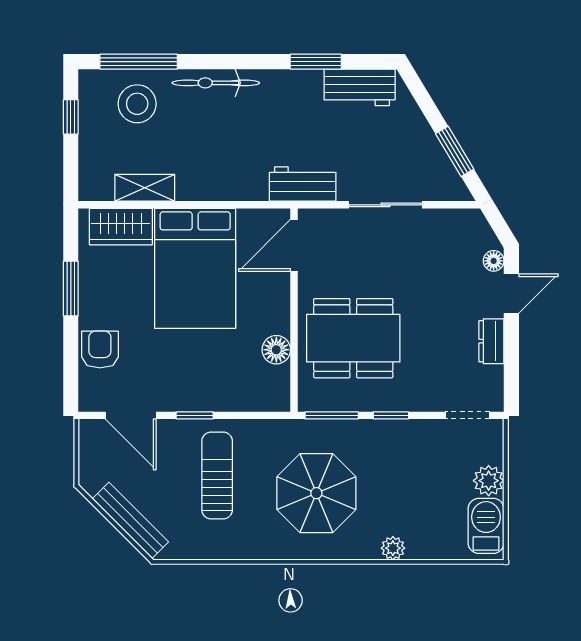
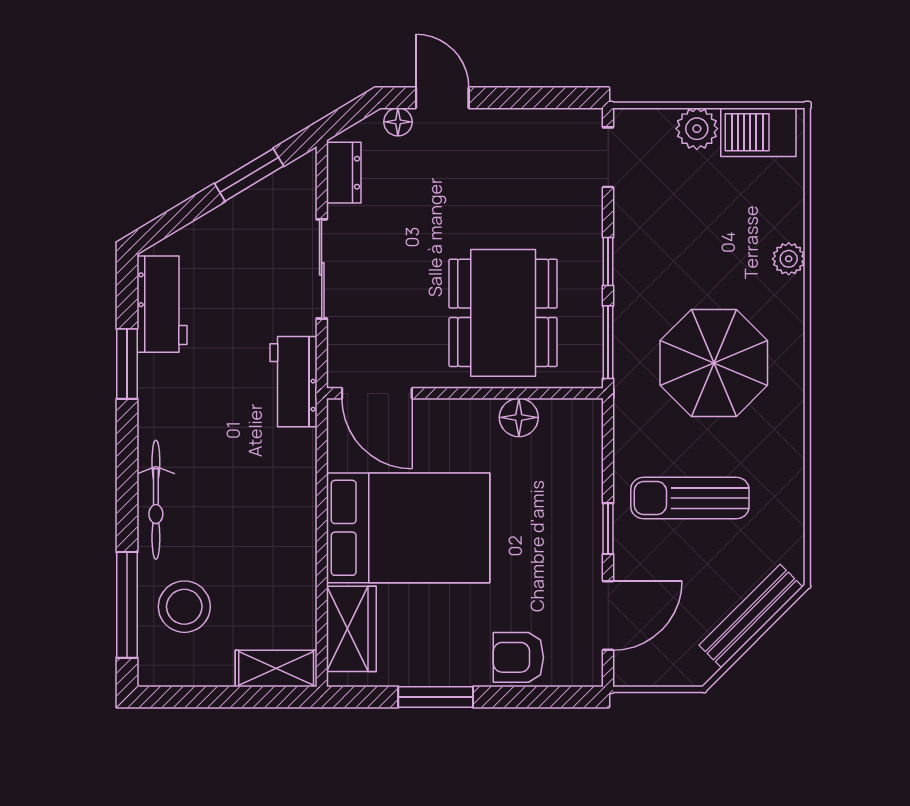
window: (71, 117) -> (202, 697), removed
shelving: (145, 188) -> (276, 669), moved, turned 90
dresser: (491, 341) -> (344, 173), moved, turned -90

